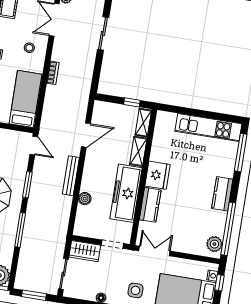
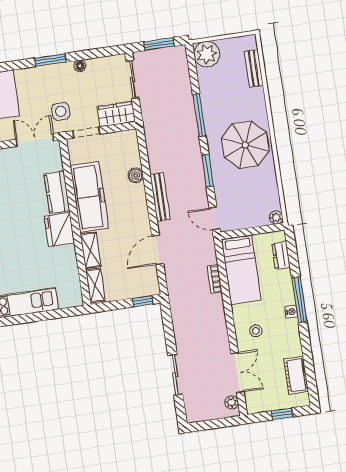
bookcase: (53, 73) -> (215, 279), moved
window: (132, 102) -> (143, 301), moved
double door: (154, 251) -> (35, 140), swing flipped
side table: (135, 290) -> (61, 111), moved

